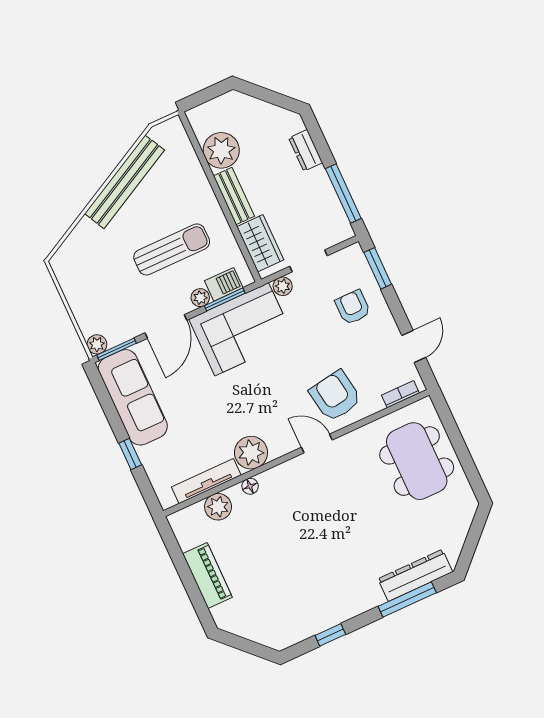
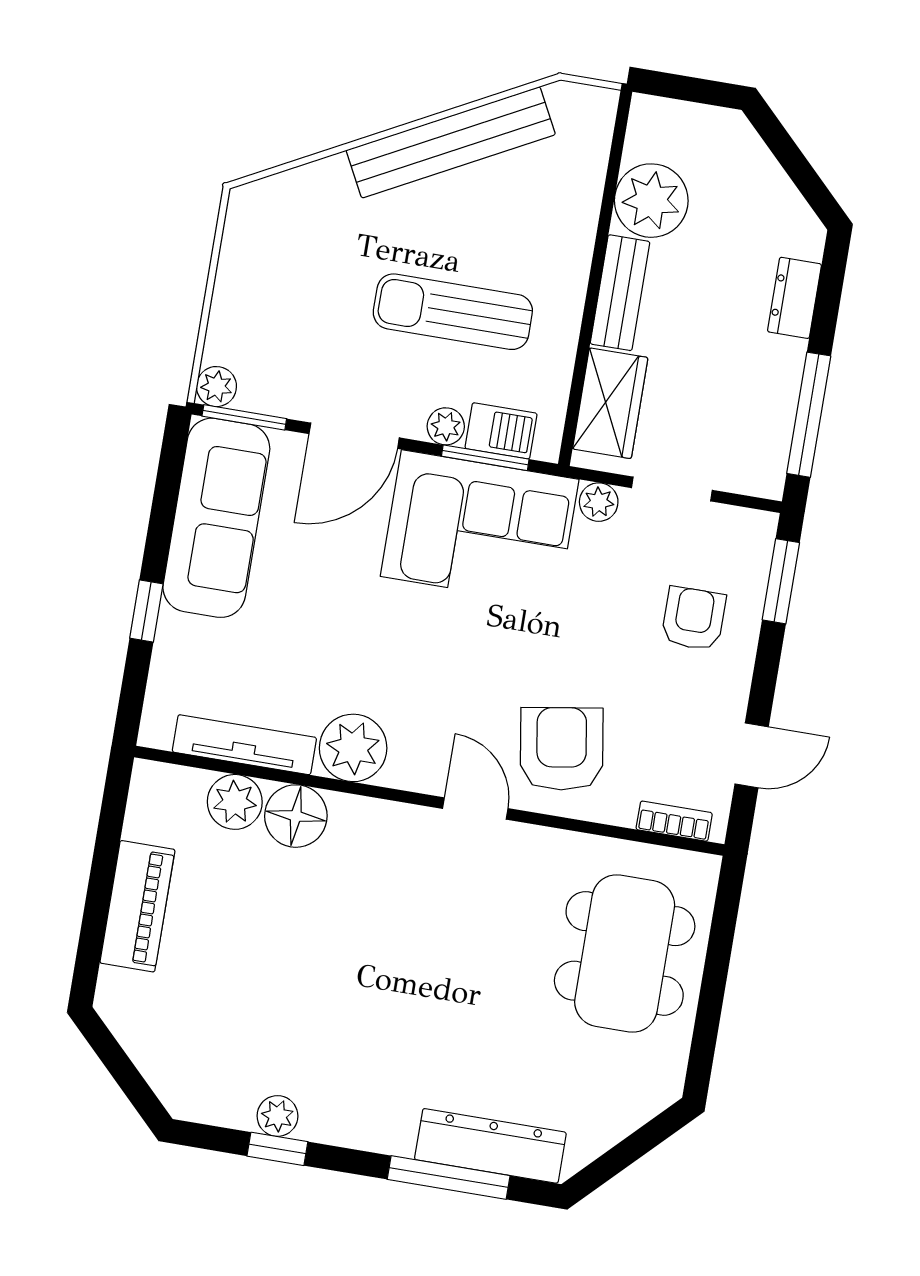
sun lounger: (172, 249) -> (453, 312), turned 180
floor lamp: (250, 486) -> (296, 816), width x1.89, depth x1.89
plant: (321, 622) -> (277, 1116), added

